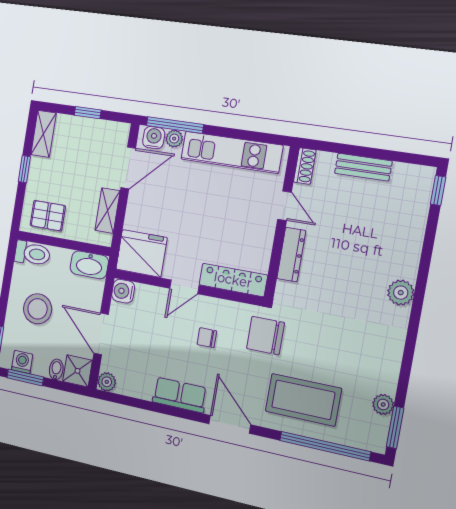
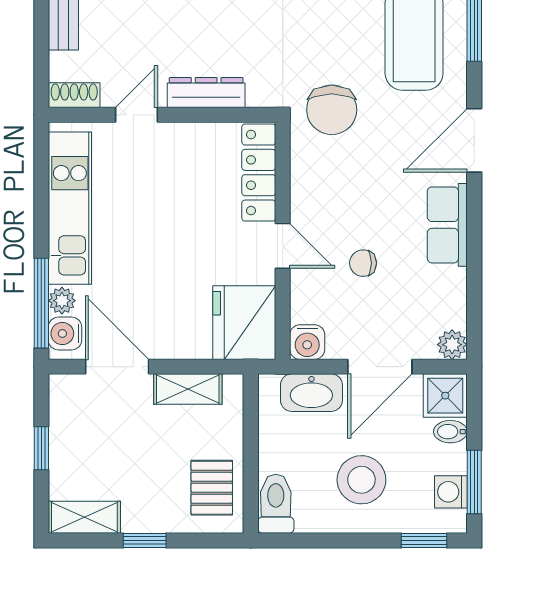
washbasin: (89, 265) -> (311, 393), moved, turned 90
chair: (207, 338) -> (363, 263), moved, turned 90

